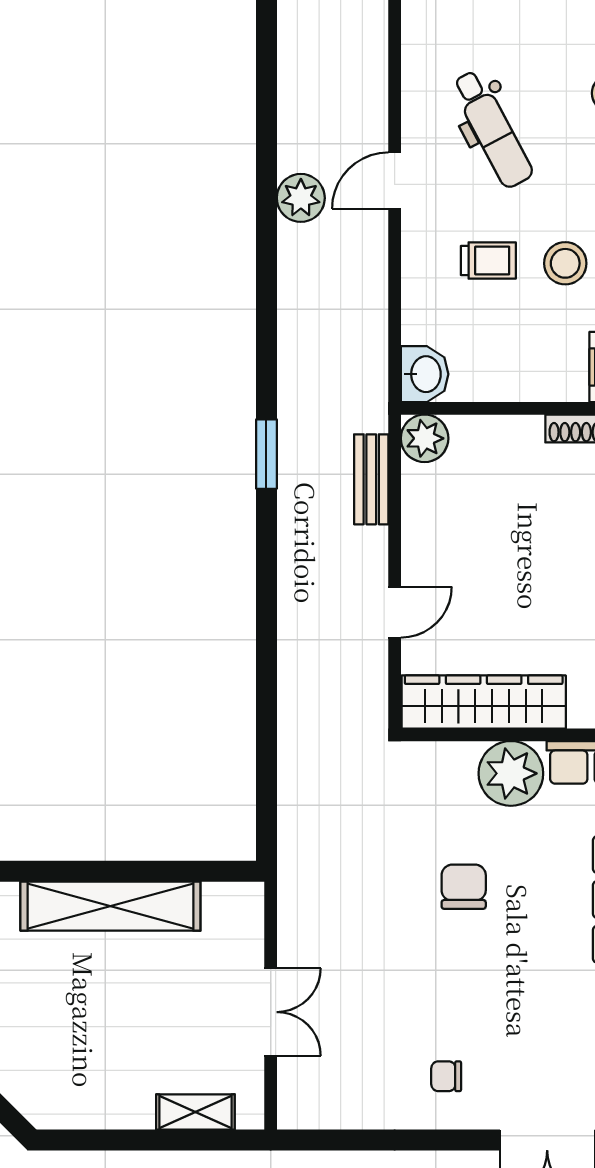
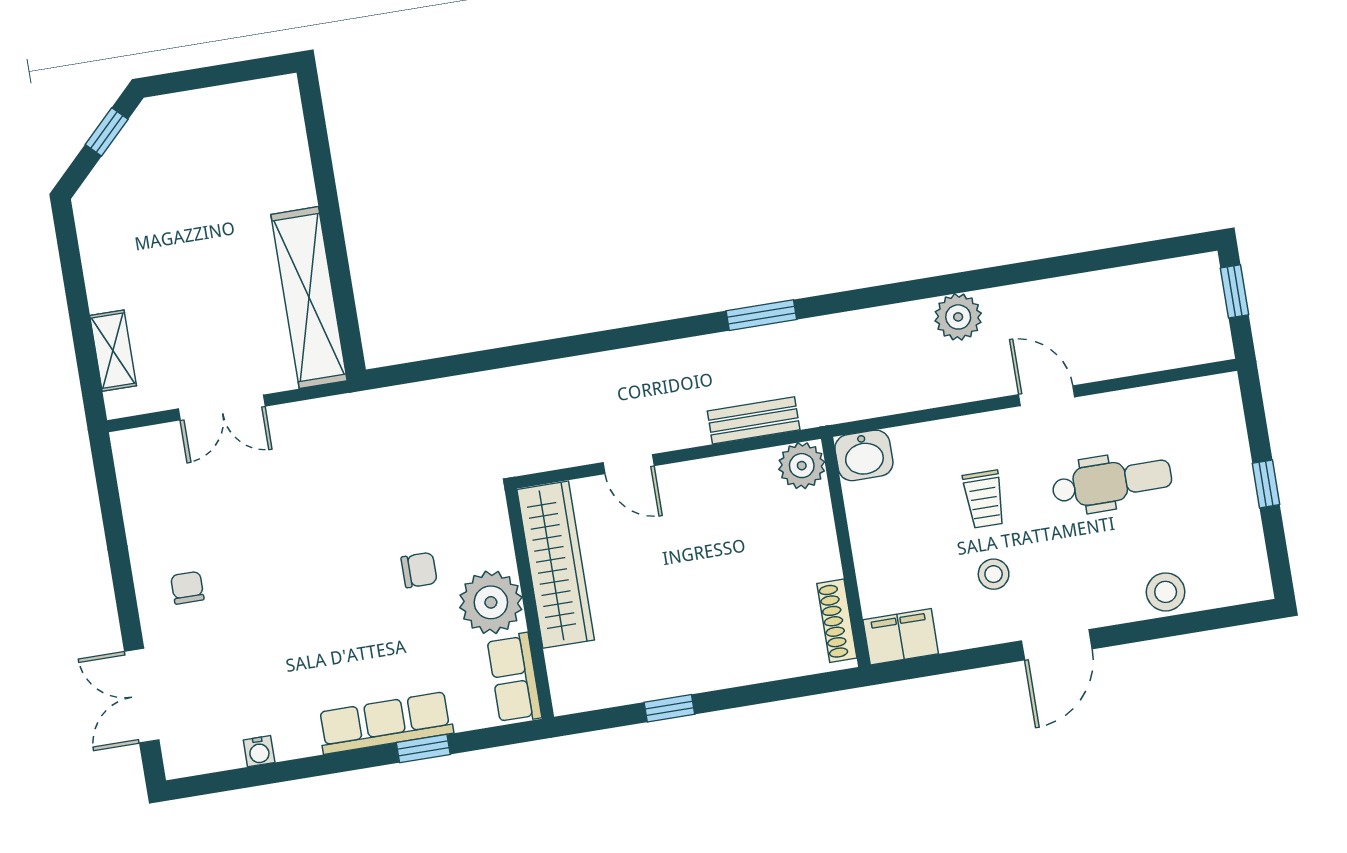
dental chair: (492, 129) -> (1112, 482), turned -152
plant: (301, 198) -> (958, 317), moved
stool: (565, 263) -> (994, 574), width x0.73, depth x0.73
chair: (464, 887) -> (419, 570), moved, width x0.73, depth x0.73
shelving: (110, 906) -> (309, 298), moved

